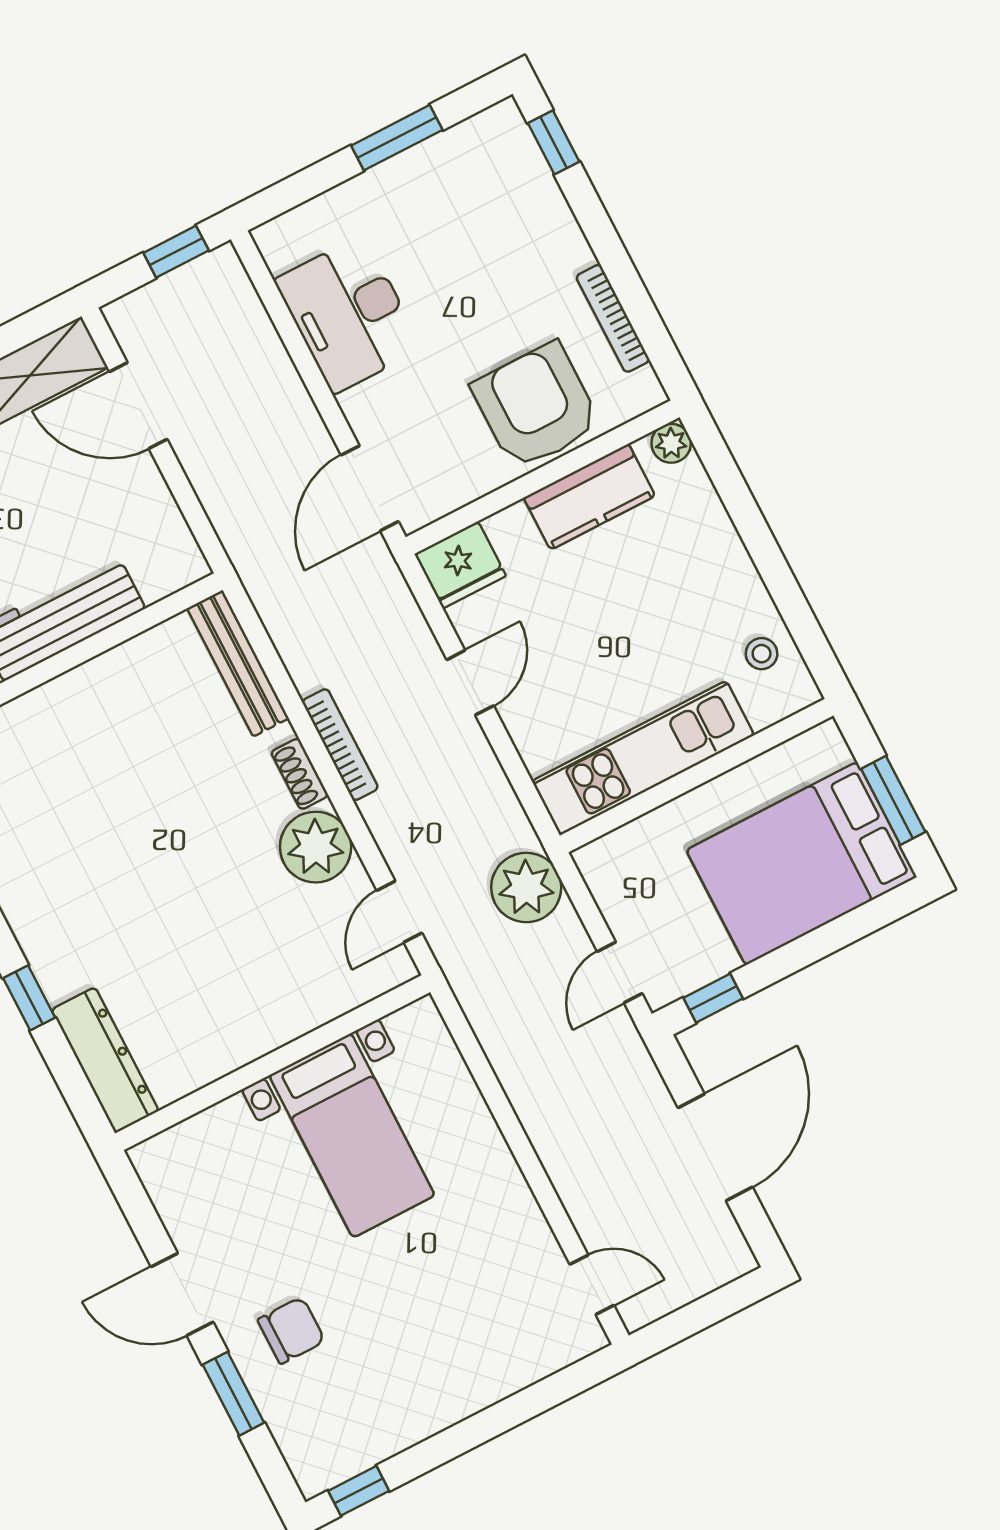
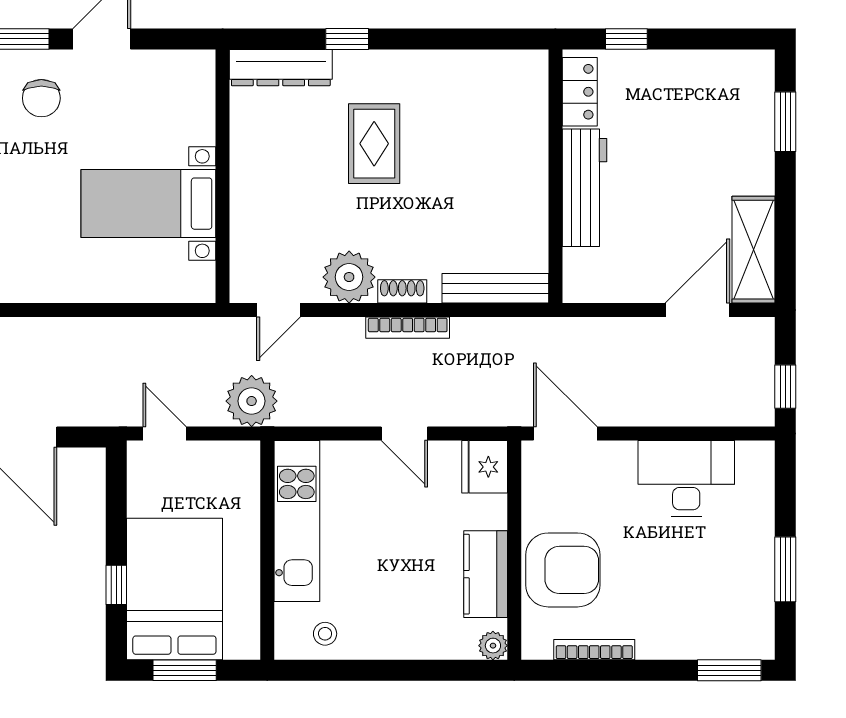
window: (554, 142) -> (729, 670), width x1.50
rug: (139, 900) -> (374, 144), added
door: (399, 912) -> (279, 310), swing flipped
window: (713, 998) -> (116, 585), moved

